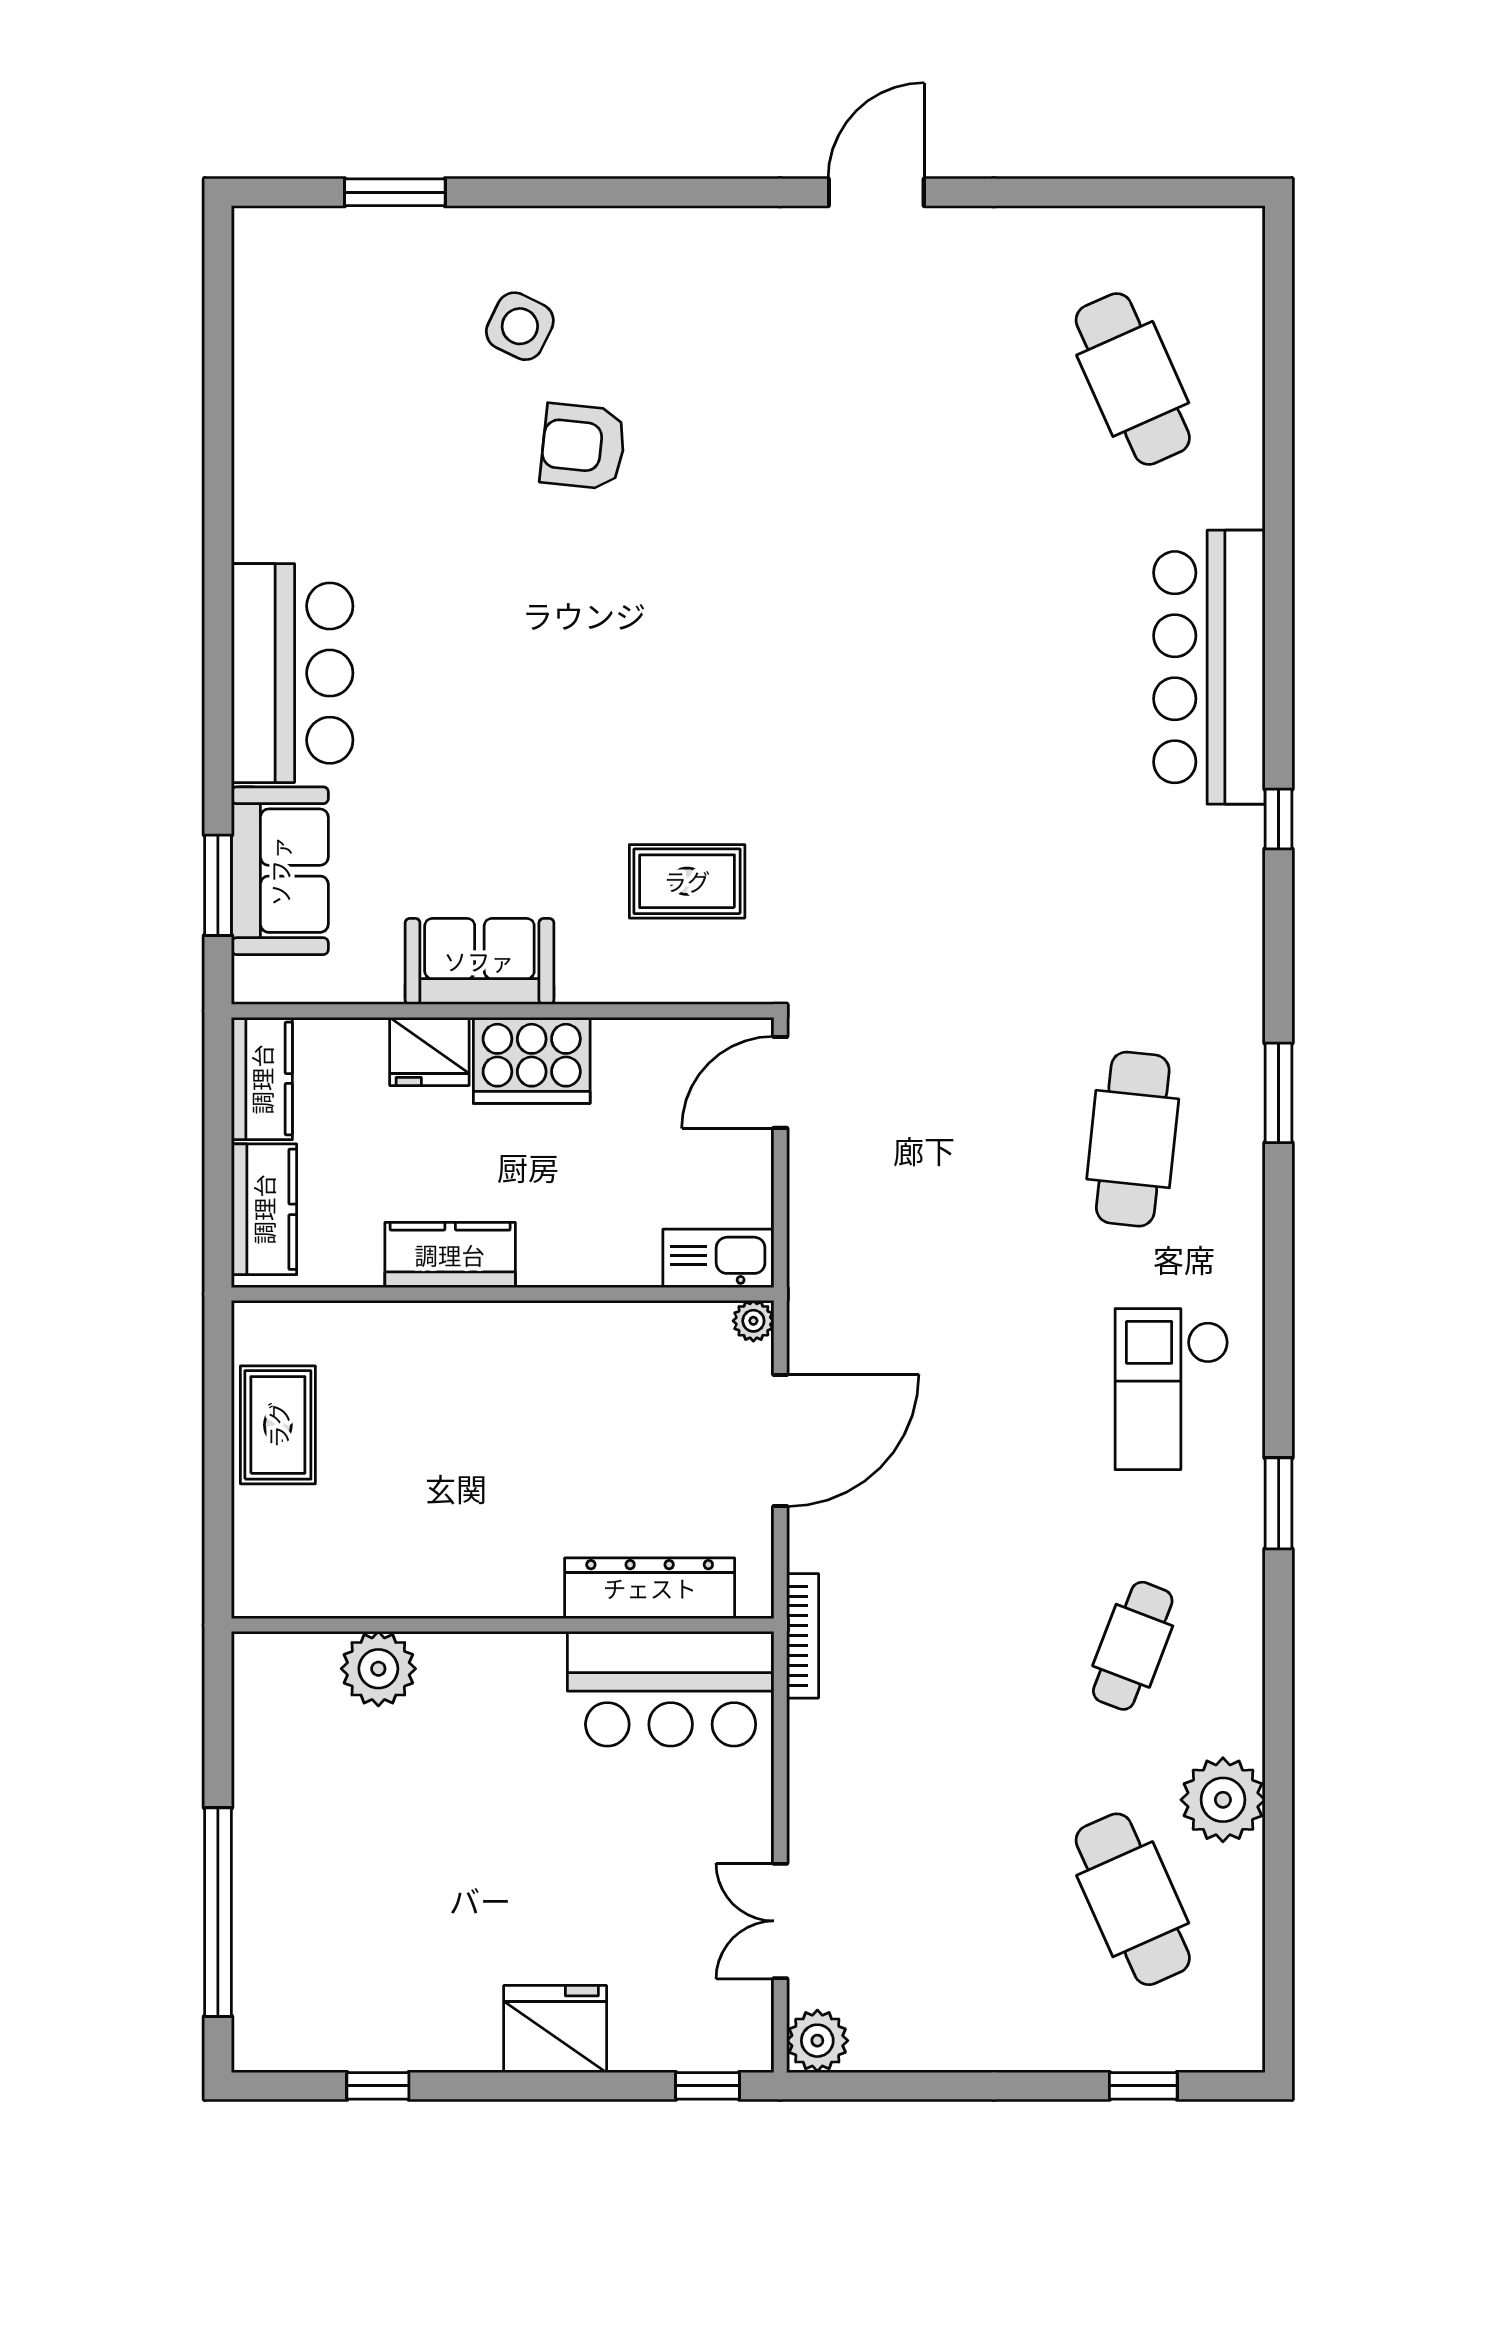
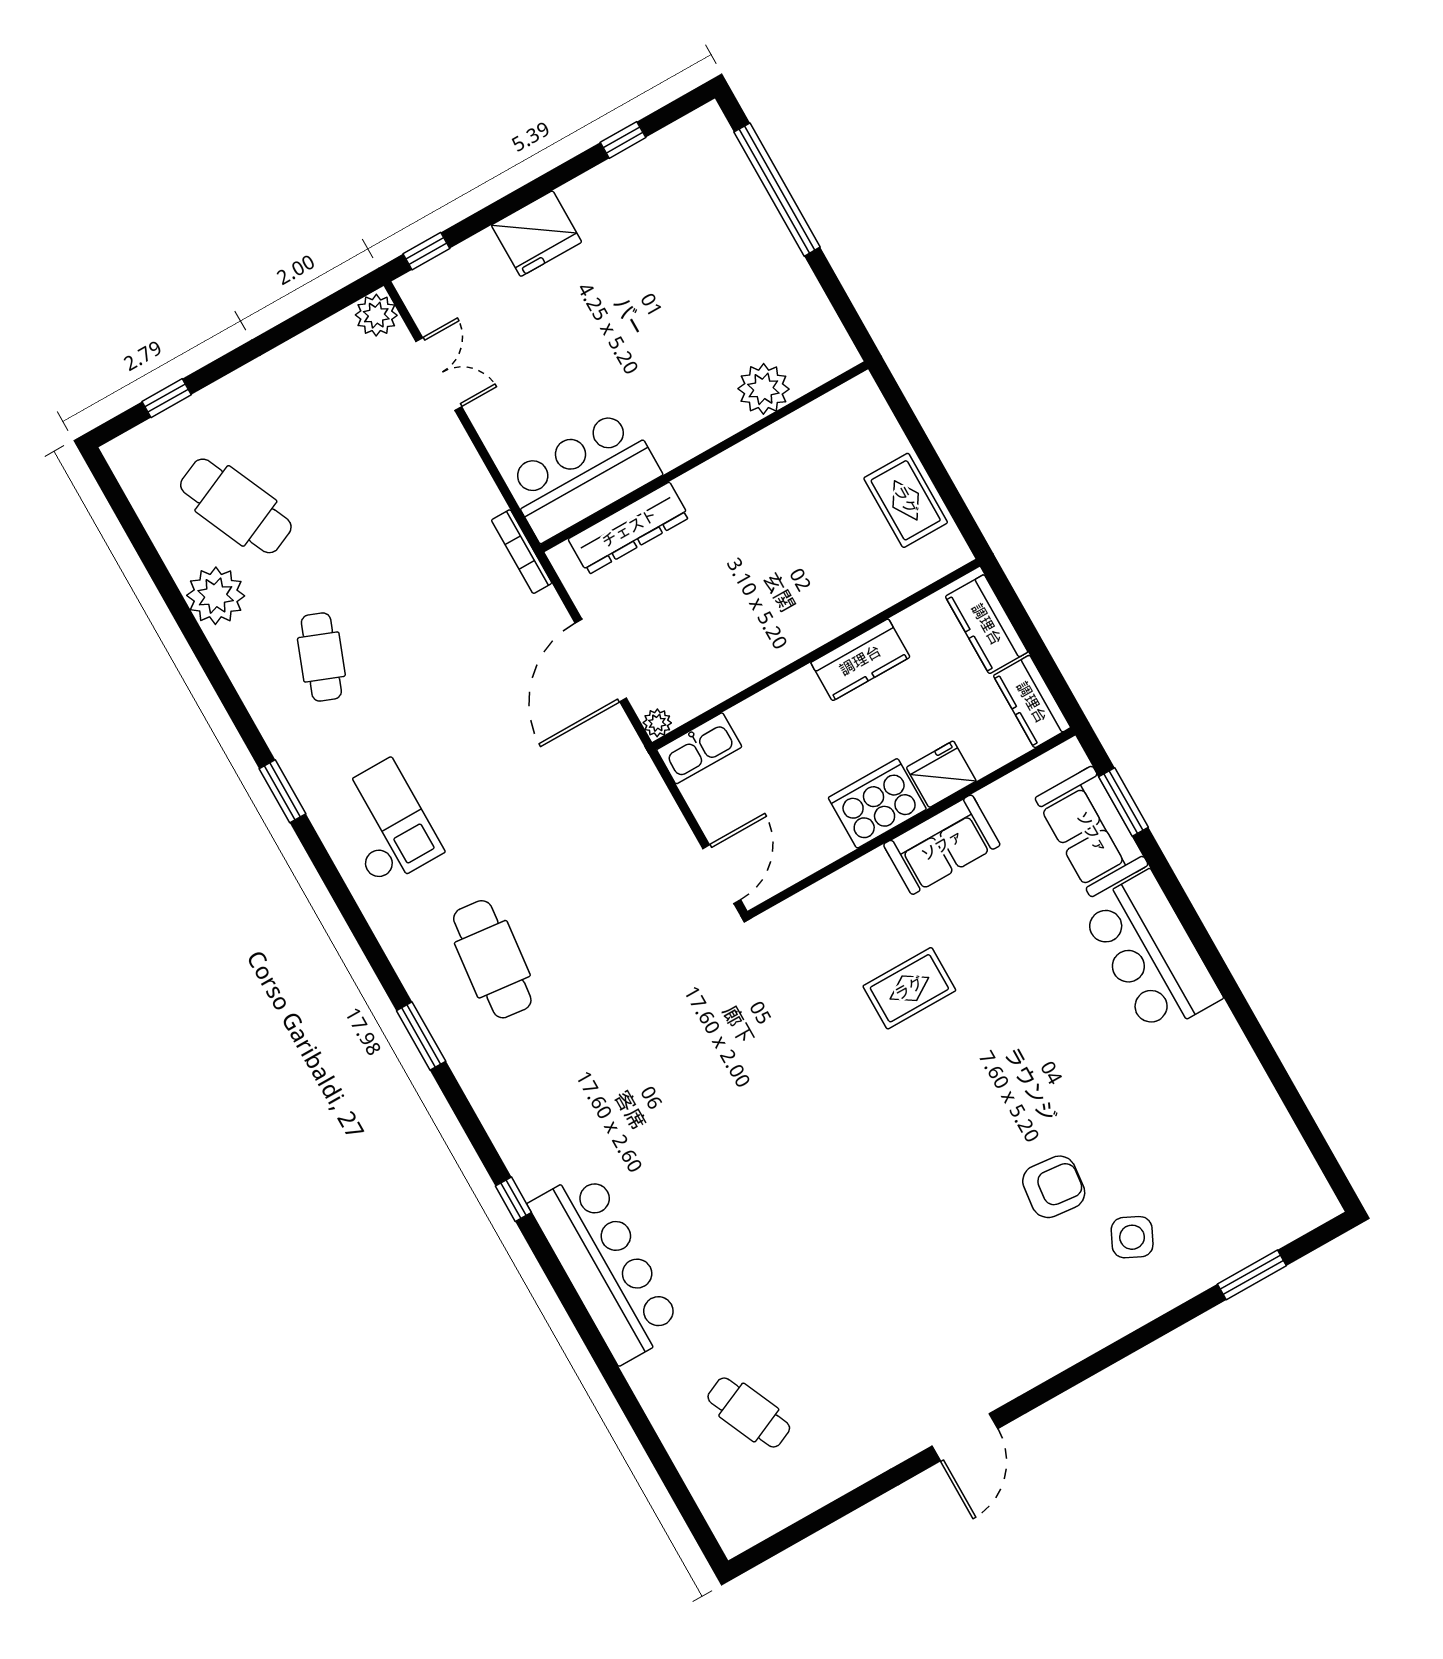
cafe table: (1133, 379) -> (749, 1413), width x0.73, depth x0.74
rug: (687, 881) -> (909, 988), moved

